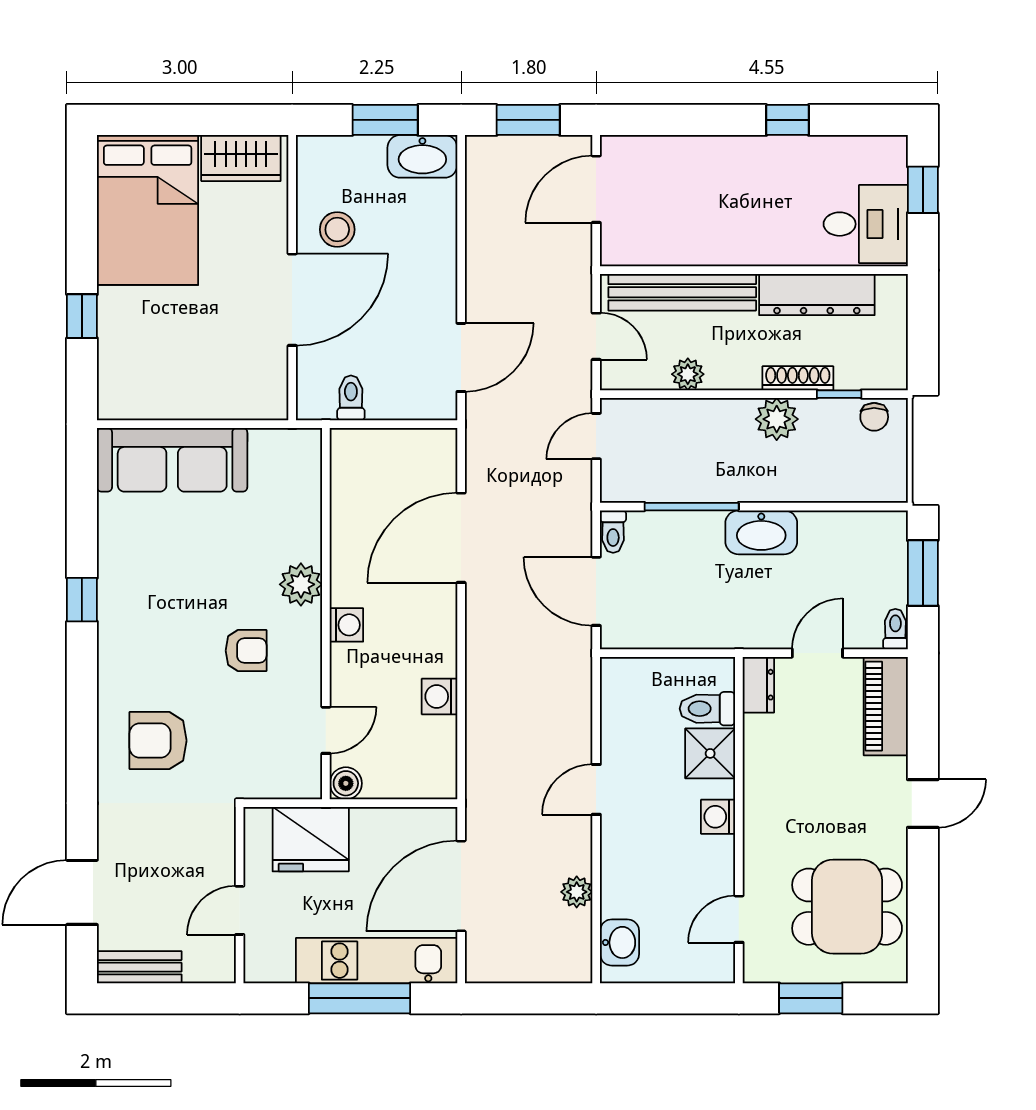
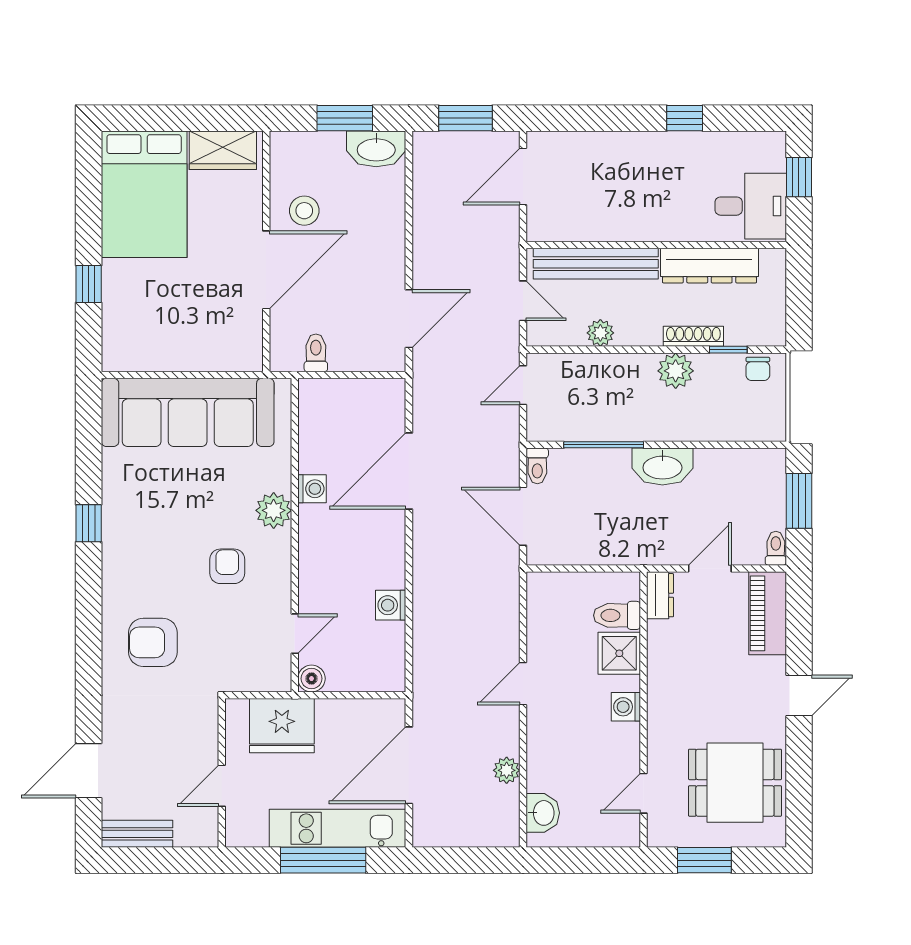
sofa: (172, 460) -> (188, 412), width x1.36, depth x1.27
washing machine: (346, 625) -> (312, 489), moved
armchair: (246, 651) -> (227, 566), turned -90

